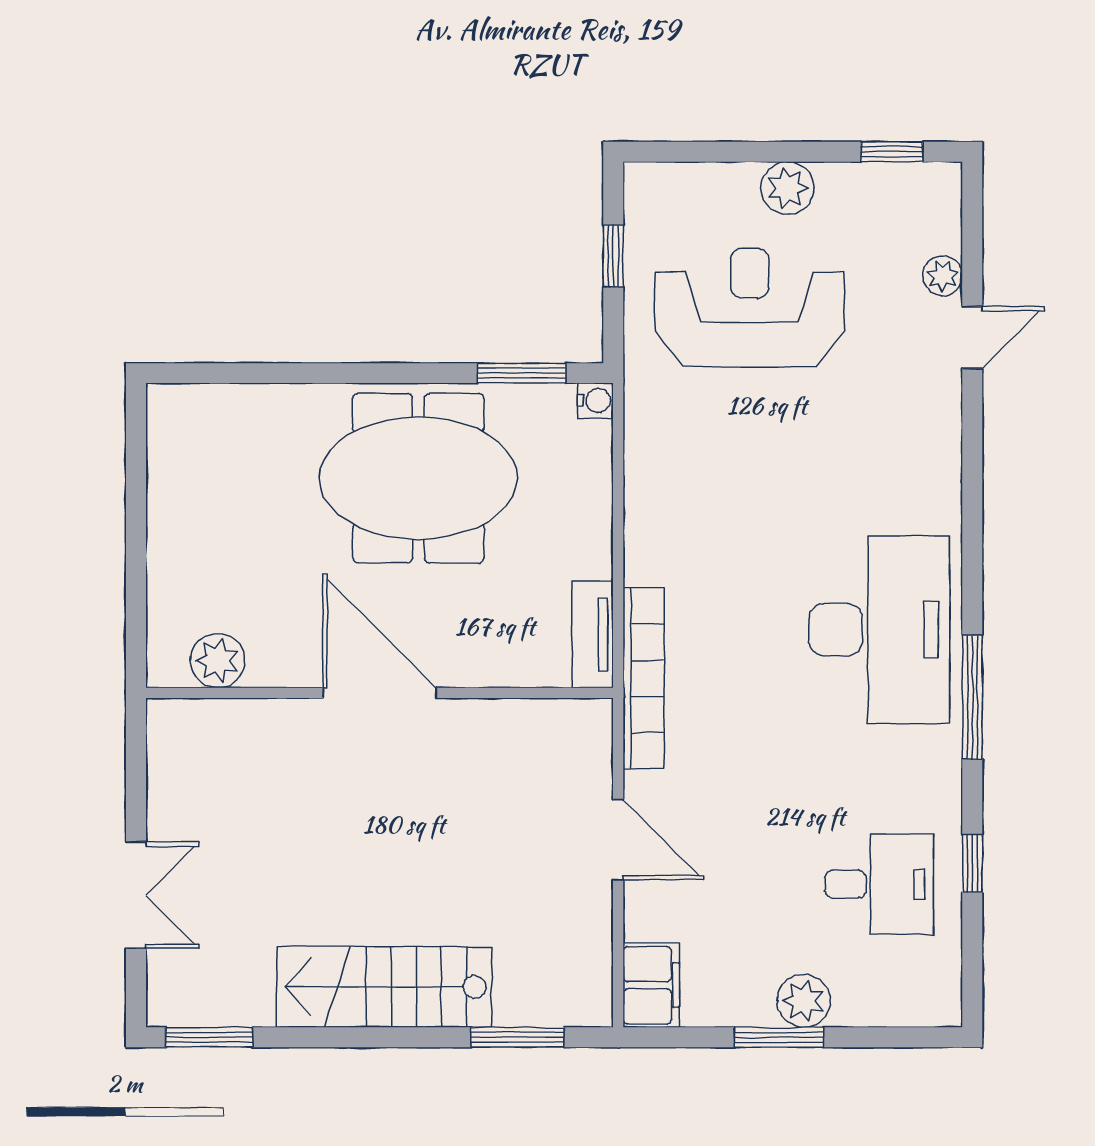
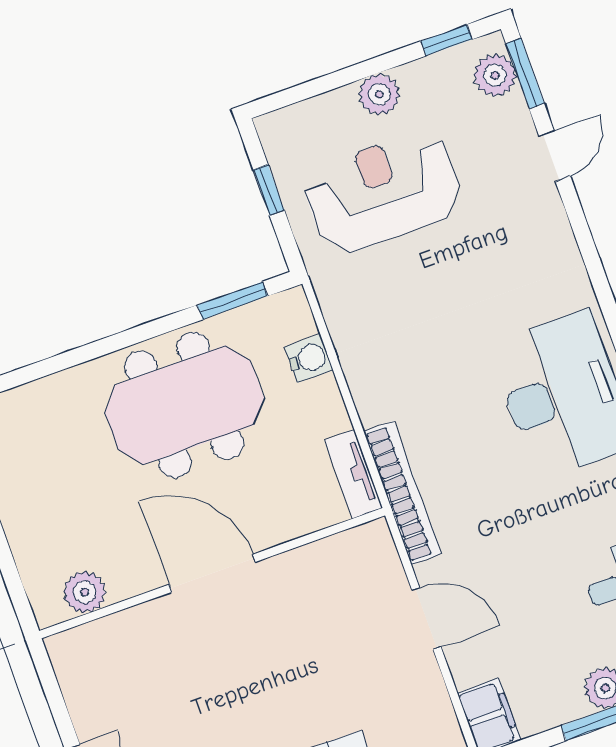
window: (972, 226) -> (525, 73), added
plant: (943, 276) -> (495, 75), moved, width x1.38, depth x1.38
water cooler: (595, 401) -> (309, 358), moved, width x1.38, depth x1.38

